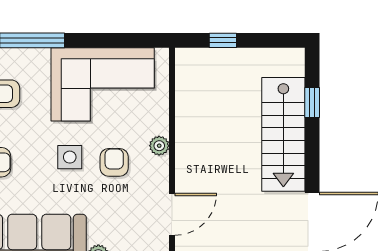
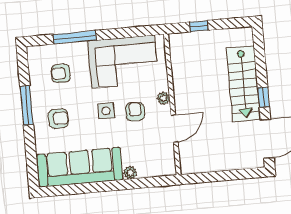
window: (312, 103) -> (263, 97), moved
door: (172, 214) -> (174, 129), moved

